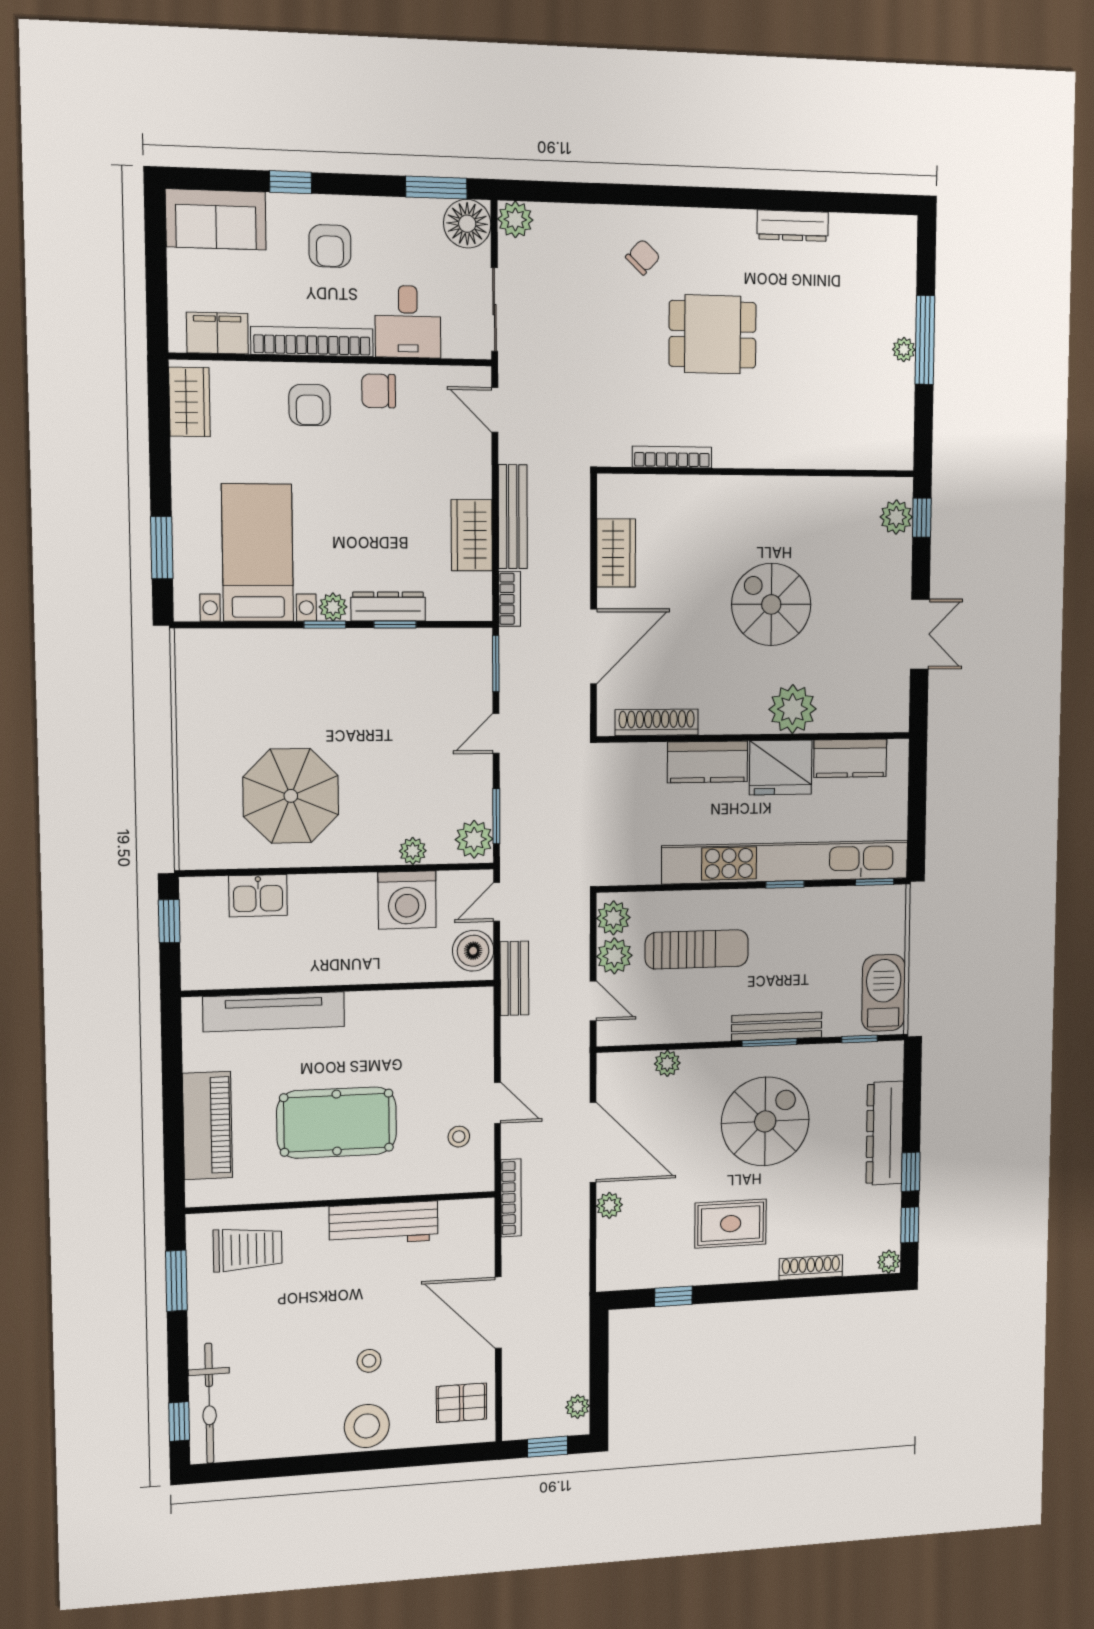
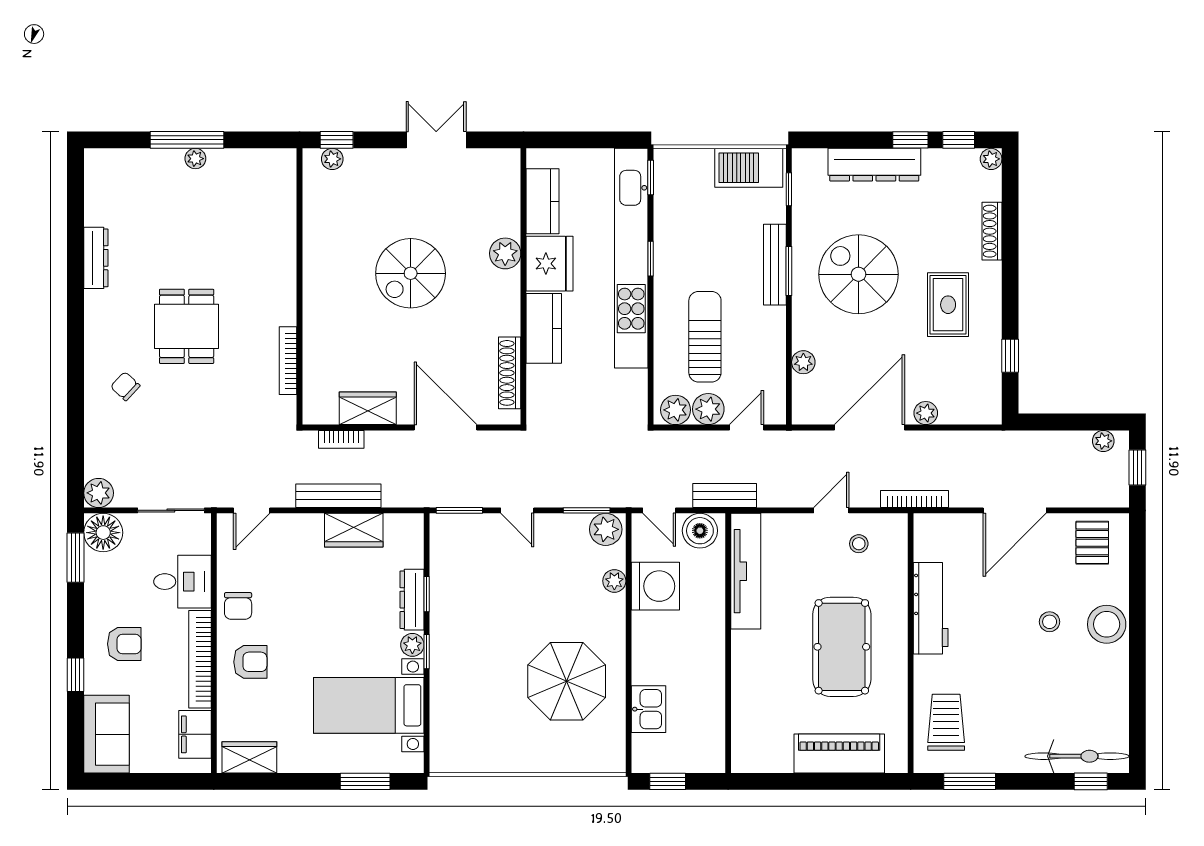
plant: (896, 517) -> (332, 159), width x0.73, depth x0.73
bookcase: (510, 599) -> (341, 439), moved, turned 180
plant: (793, 709) -> (505, 253), width x0.73, depth x0.73
tv unit: (274, 1012) -> (746, 571), moved

